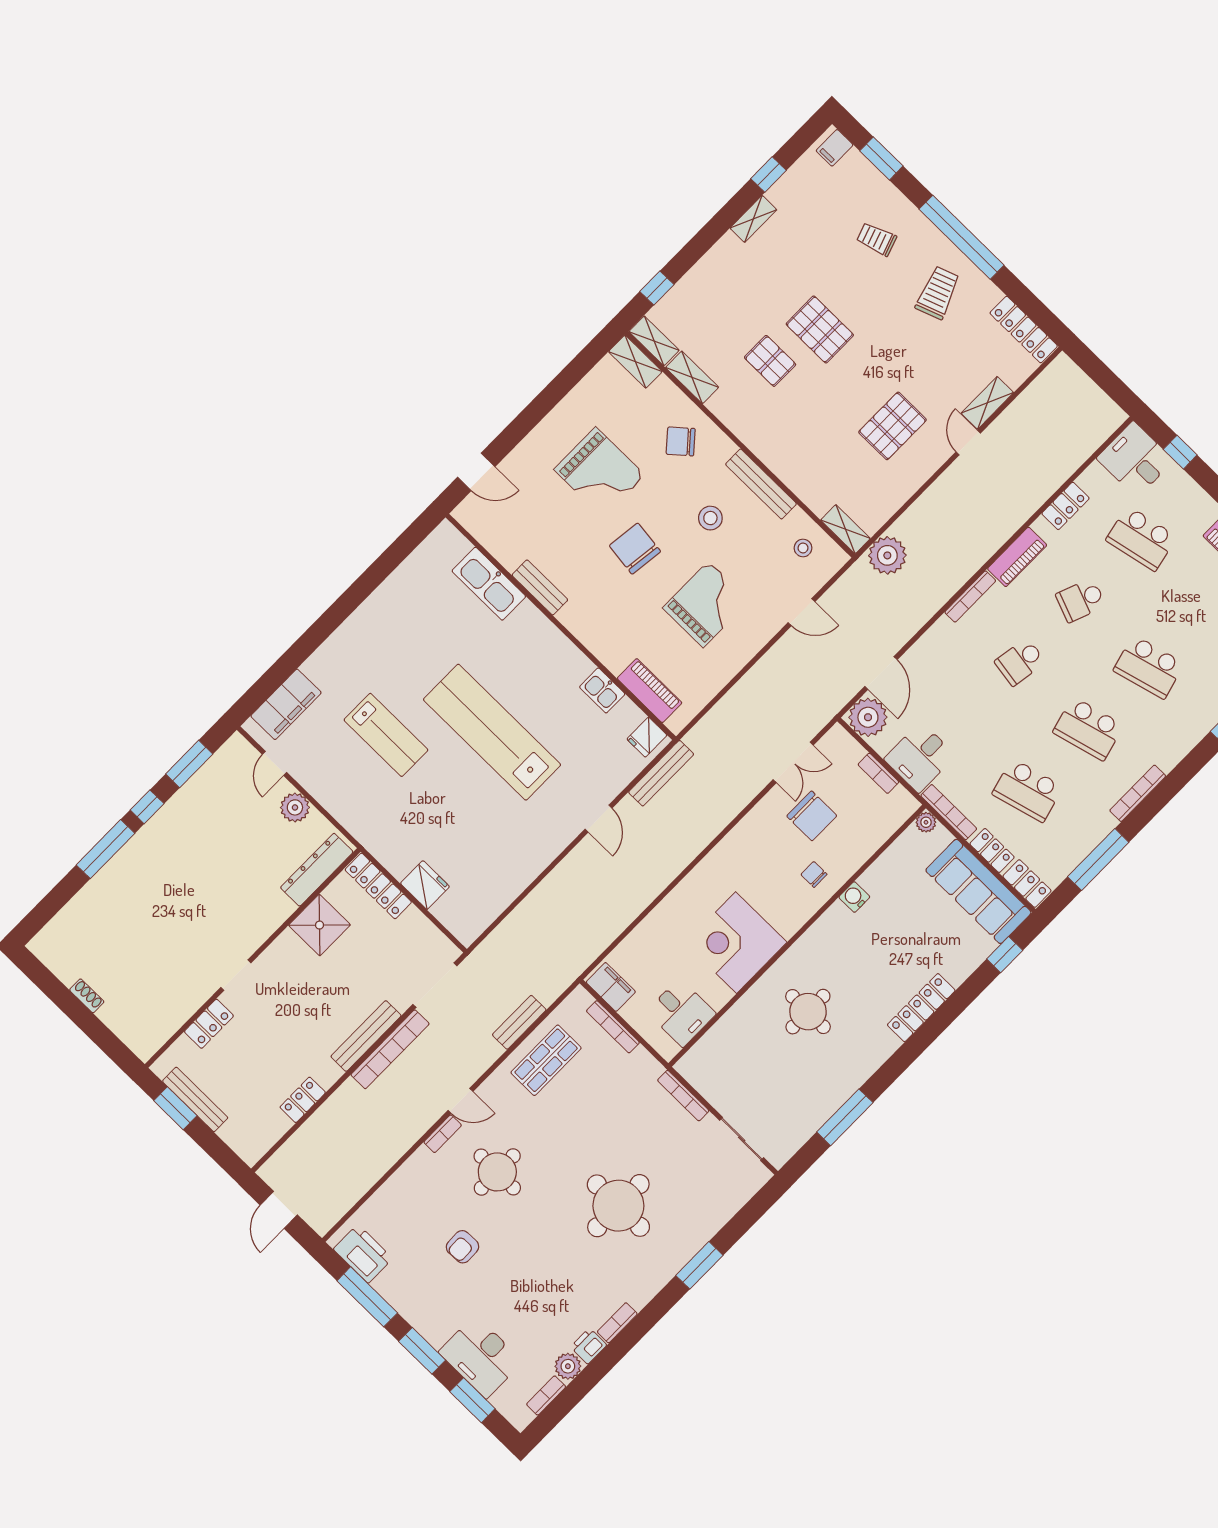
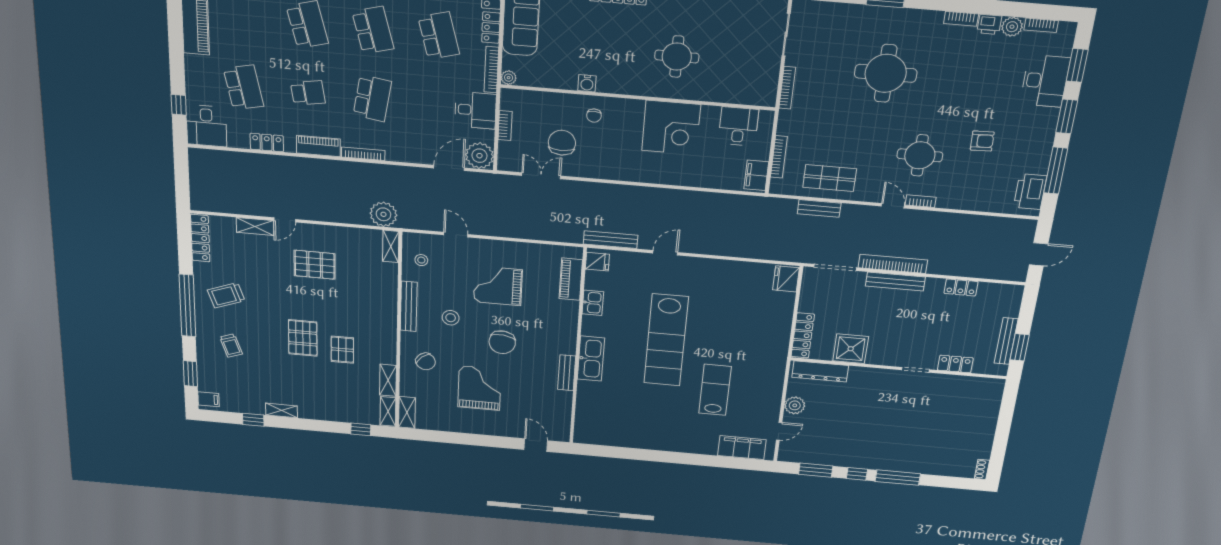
kitchen sink: (489, 584) -> (591, 359), moved
school desk: (1081, 600) -> (308, 93), turned -30
school desk: (1020, 662) -> (372, 98), width x1.85
fridge: (425, 885) -> (786, 279), moved
shoe rack: (87, 996) -> (982, 469), moved

